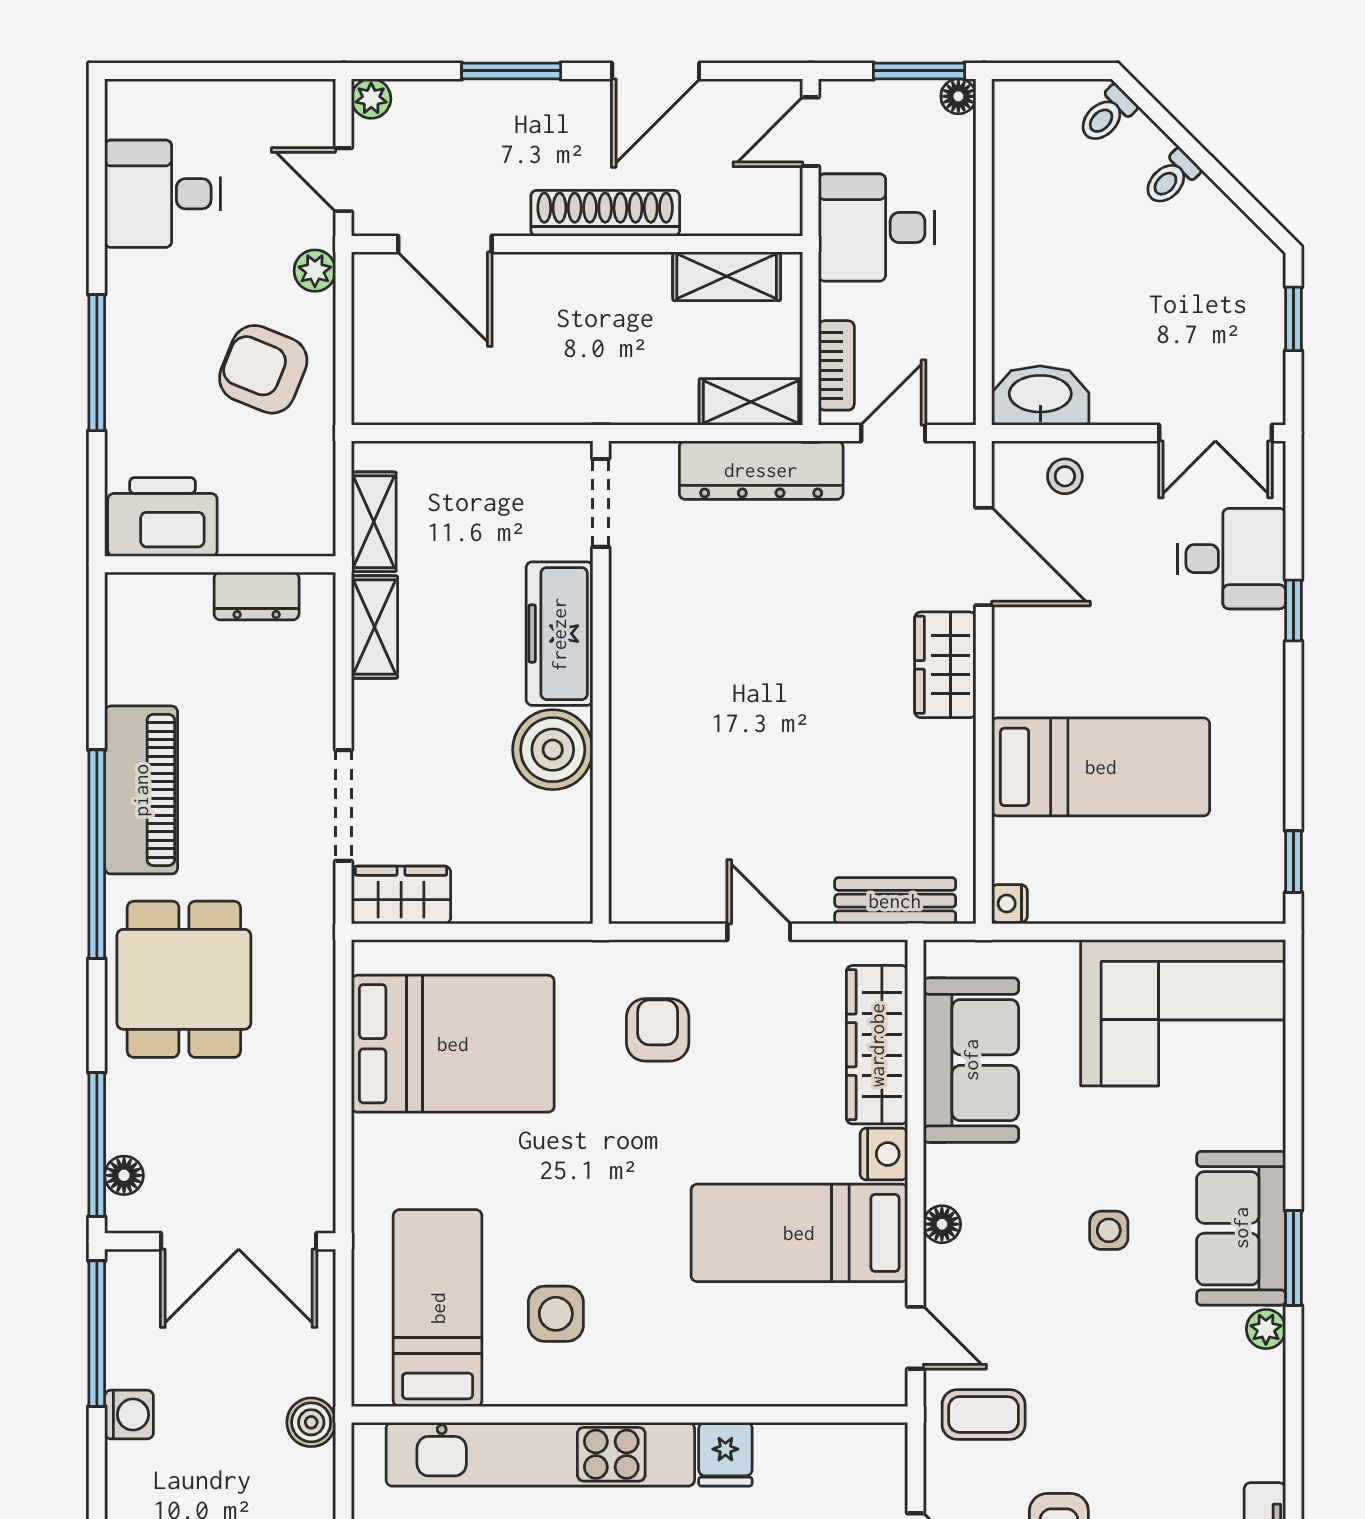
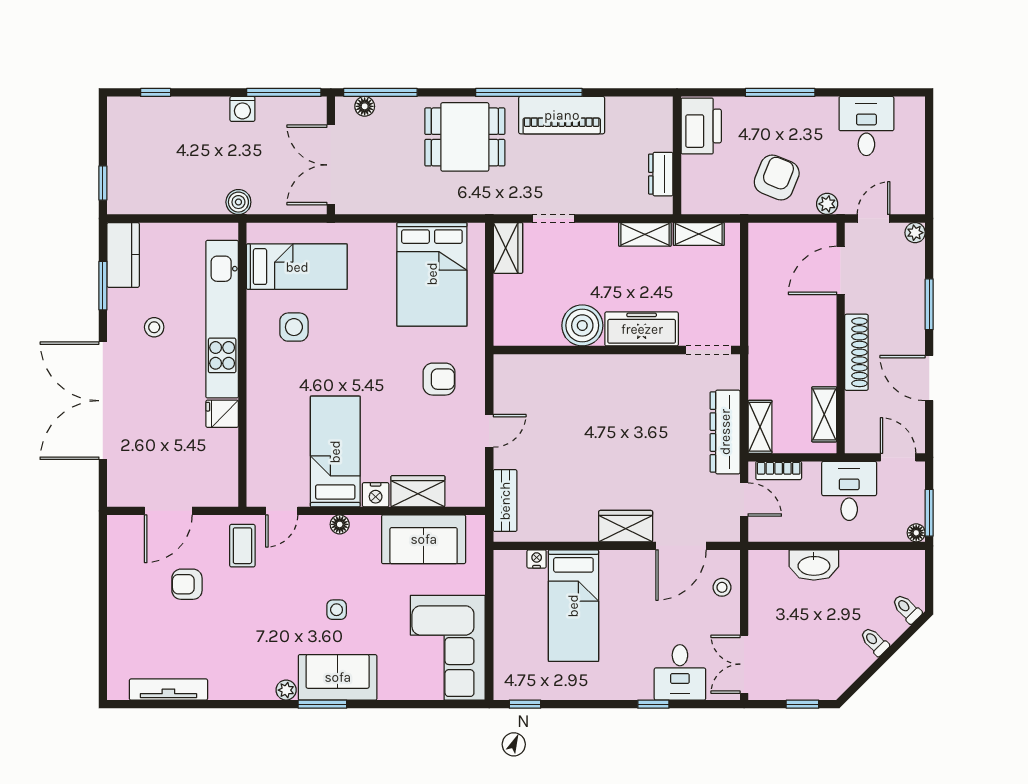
washbasin: (1040, 395) -> (814, 565), moved, turned 90
doorway: (343, 806) -> (554, 219), width x0.73
nightstand: (1009, 904) -> (537, 559), moved
wardrobe: (877, 1045) -> (418, 491), width x0.67

